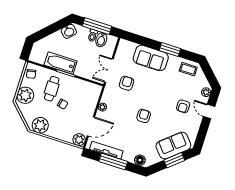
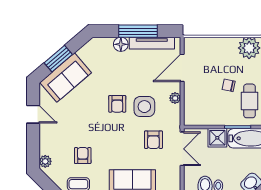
shower: (82, 70) -> (217, 138), added
armchair: (183, 106) -> (83, 156), moved
side table: (126, 108) -> (144, 107), added
door: (209, 112) -> (33, 114), moved
plant: (79, 140) -> (192, 45), removed
floor lamp: (140, 160) -> (121, 44), moved

